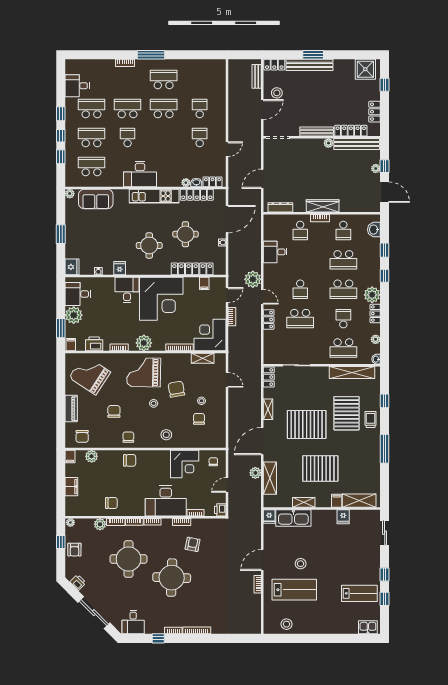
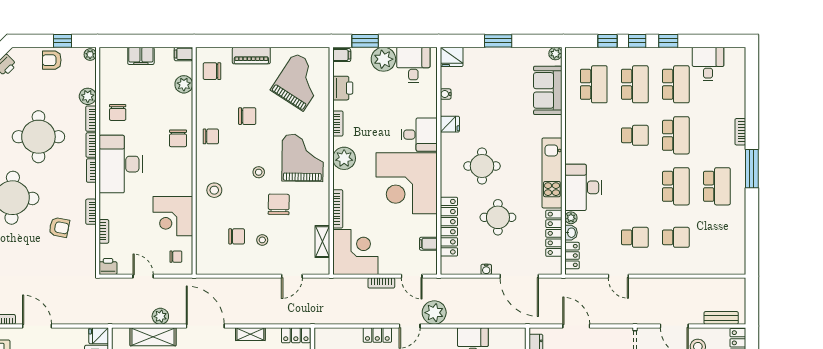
desk: (140, 174) -> (583, 187), moved
chair: (176, 389) -> (279, 204), turned -79
desk: (166, 501) -> (121, 164), moved

